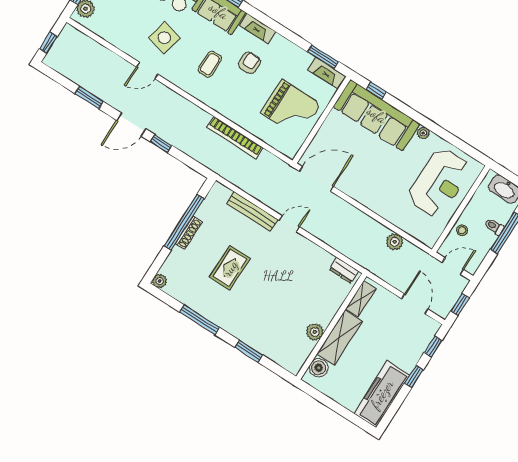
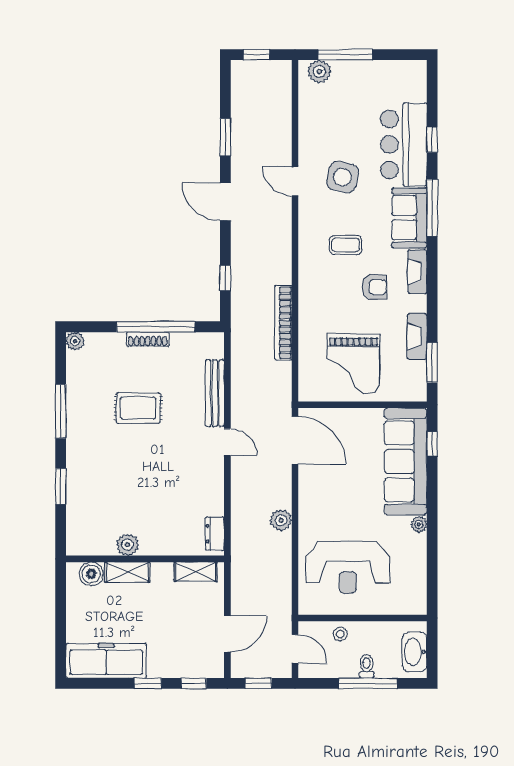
fireplace: (327, 73) -> (417, 336), moved
window: (161, 144) -> (225, 278), moved
reception desk: (439, 183) -> (348, 567), moved
plant: (395, 242) -> (281, 520), moved
shelving: (340, 338) -> (127, 572), width x0.67, depth x0.75

